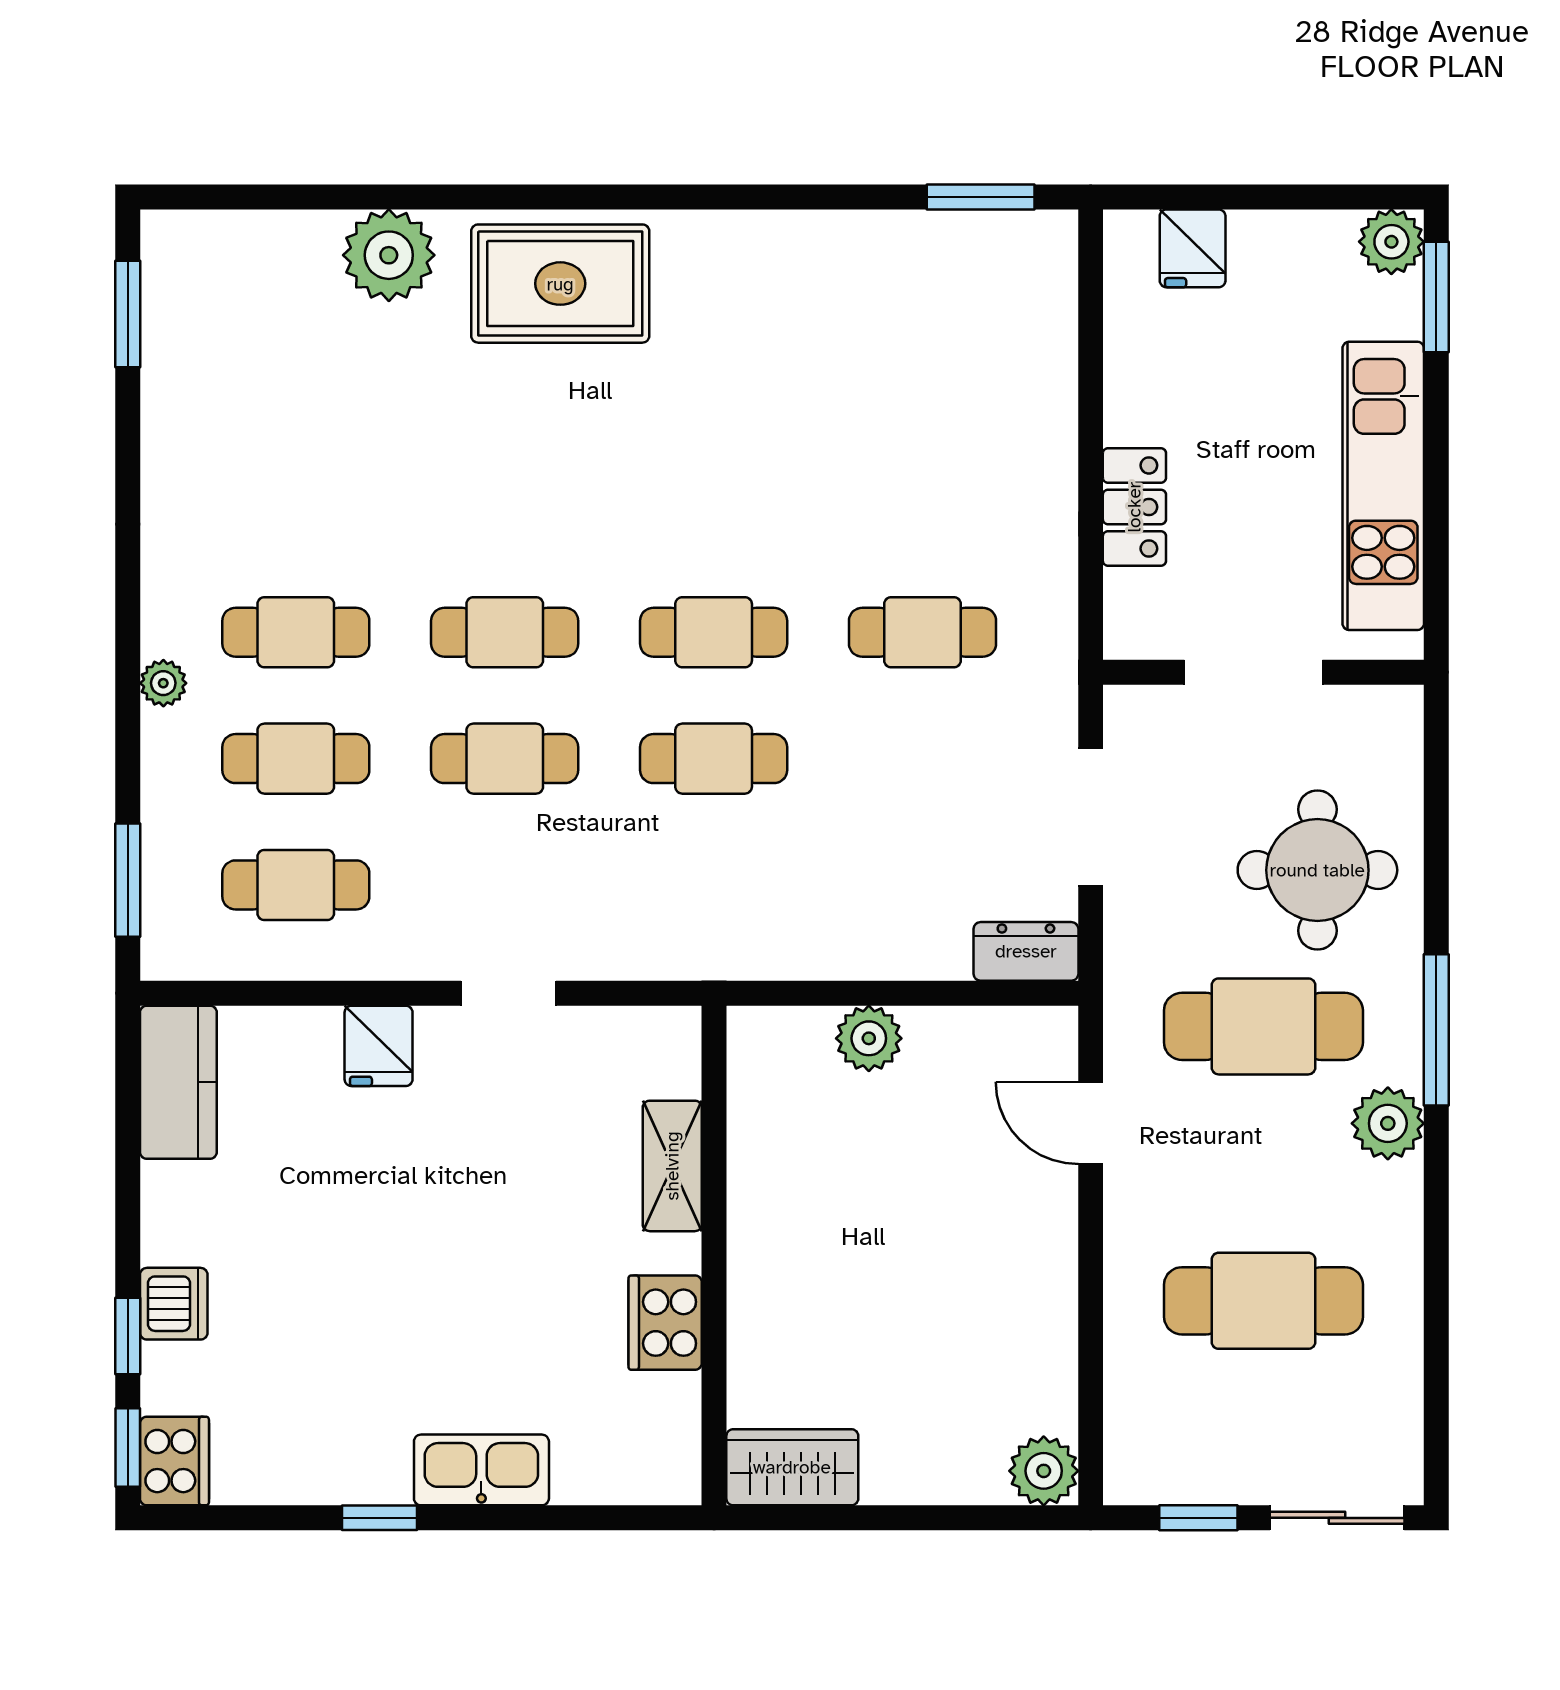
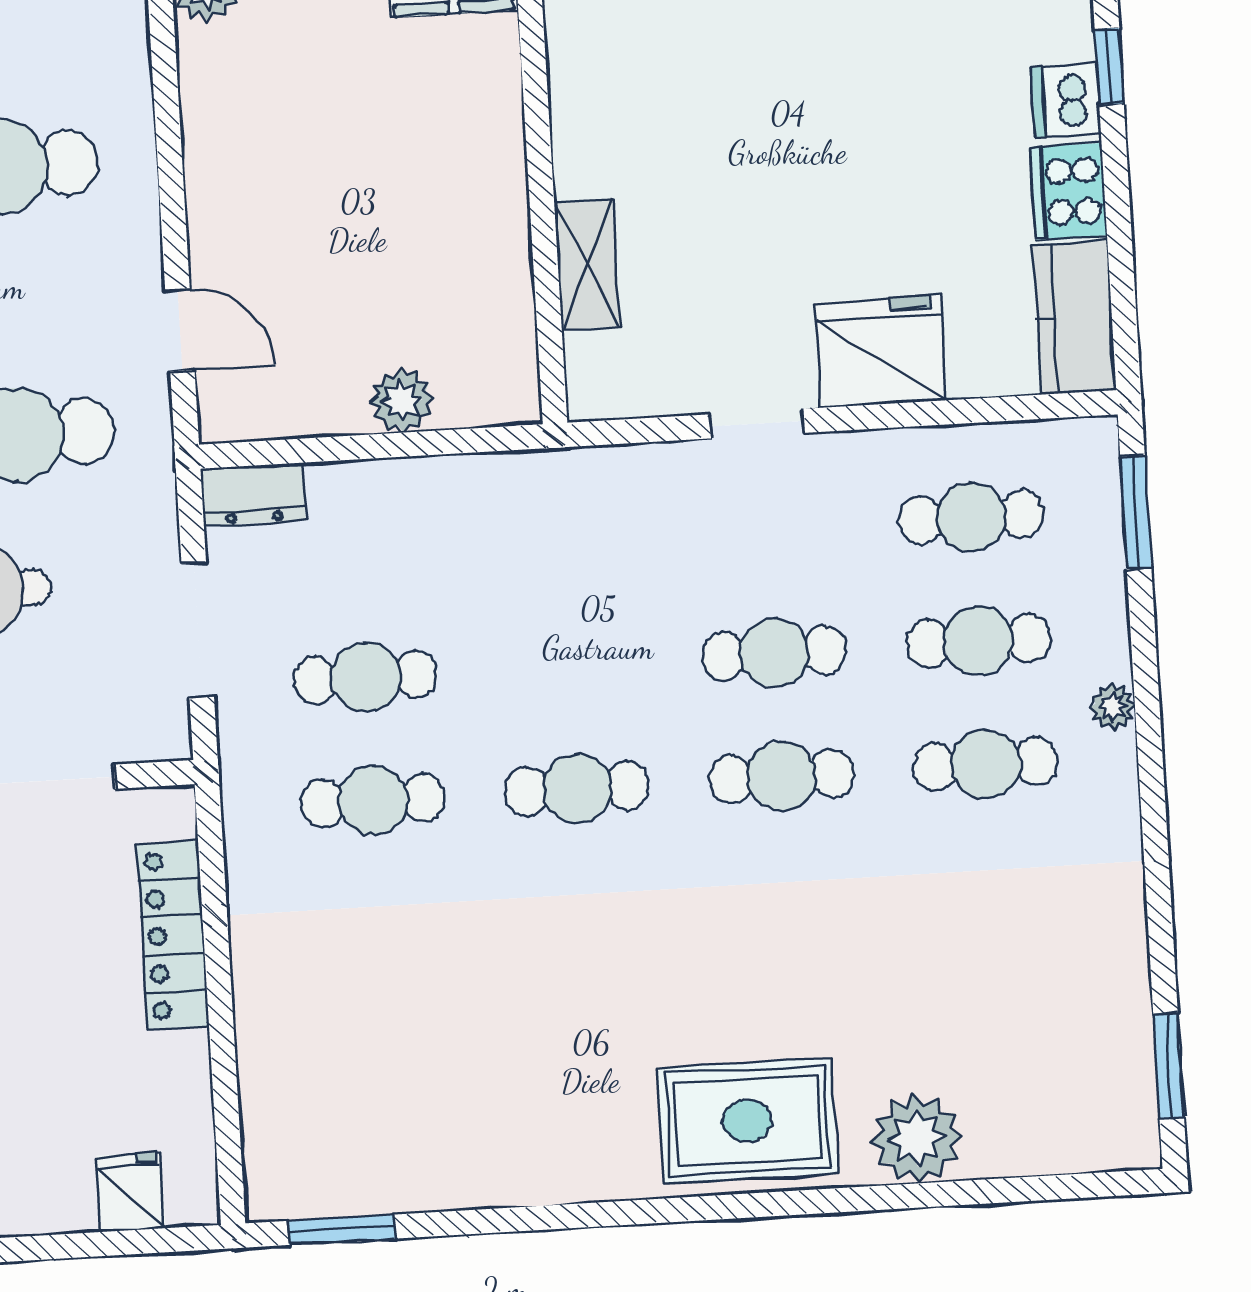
locker: (1134, 507) -> (173, 935), width x1.53
cafe table: (714, 759) -> (366, 677), moved
fridge: (379, 1046) -> (880, 351), width x1.88, depth x1.34
cooker: (665, 1323) -> (1069, 191), moved, turned 180

